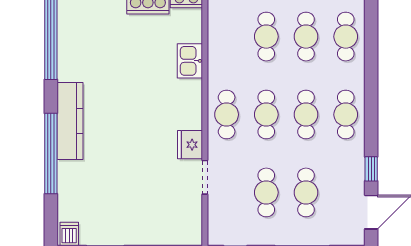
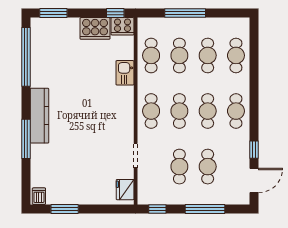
cafe table: (227, 37) -> (151, 55), added
fridge: (190, 145) -> (125, 190), moved
window: (51, 154) -> (26, 139), width x0.68

